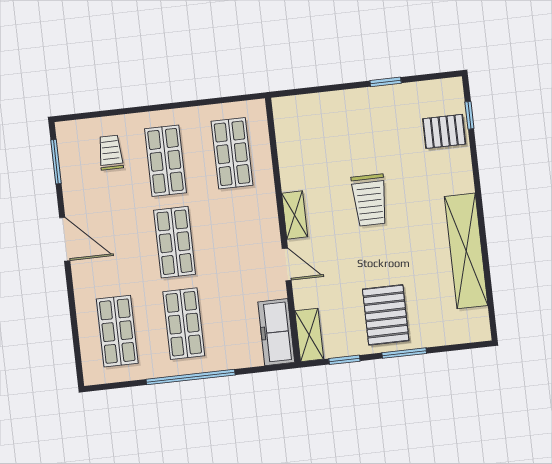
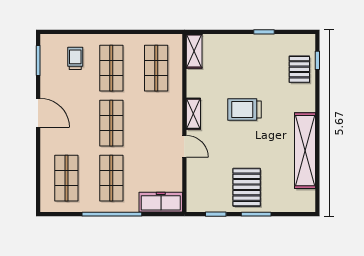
pallet: (444, 131) -> (299, 69), turned 90
trolley: (370, 200) -> (245, 110), turned 90
freezer: (276, 332) -> (161, 202), moved, turned 90
shelving: (309, 335) -> (194, 51), moved

